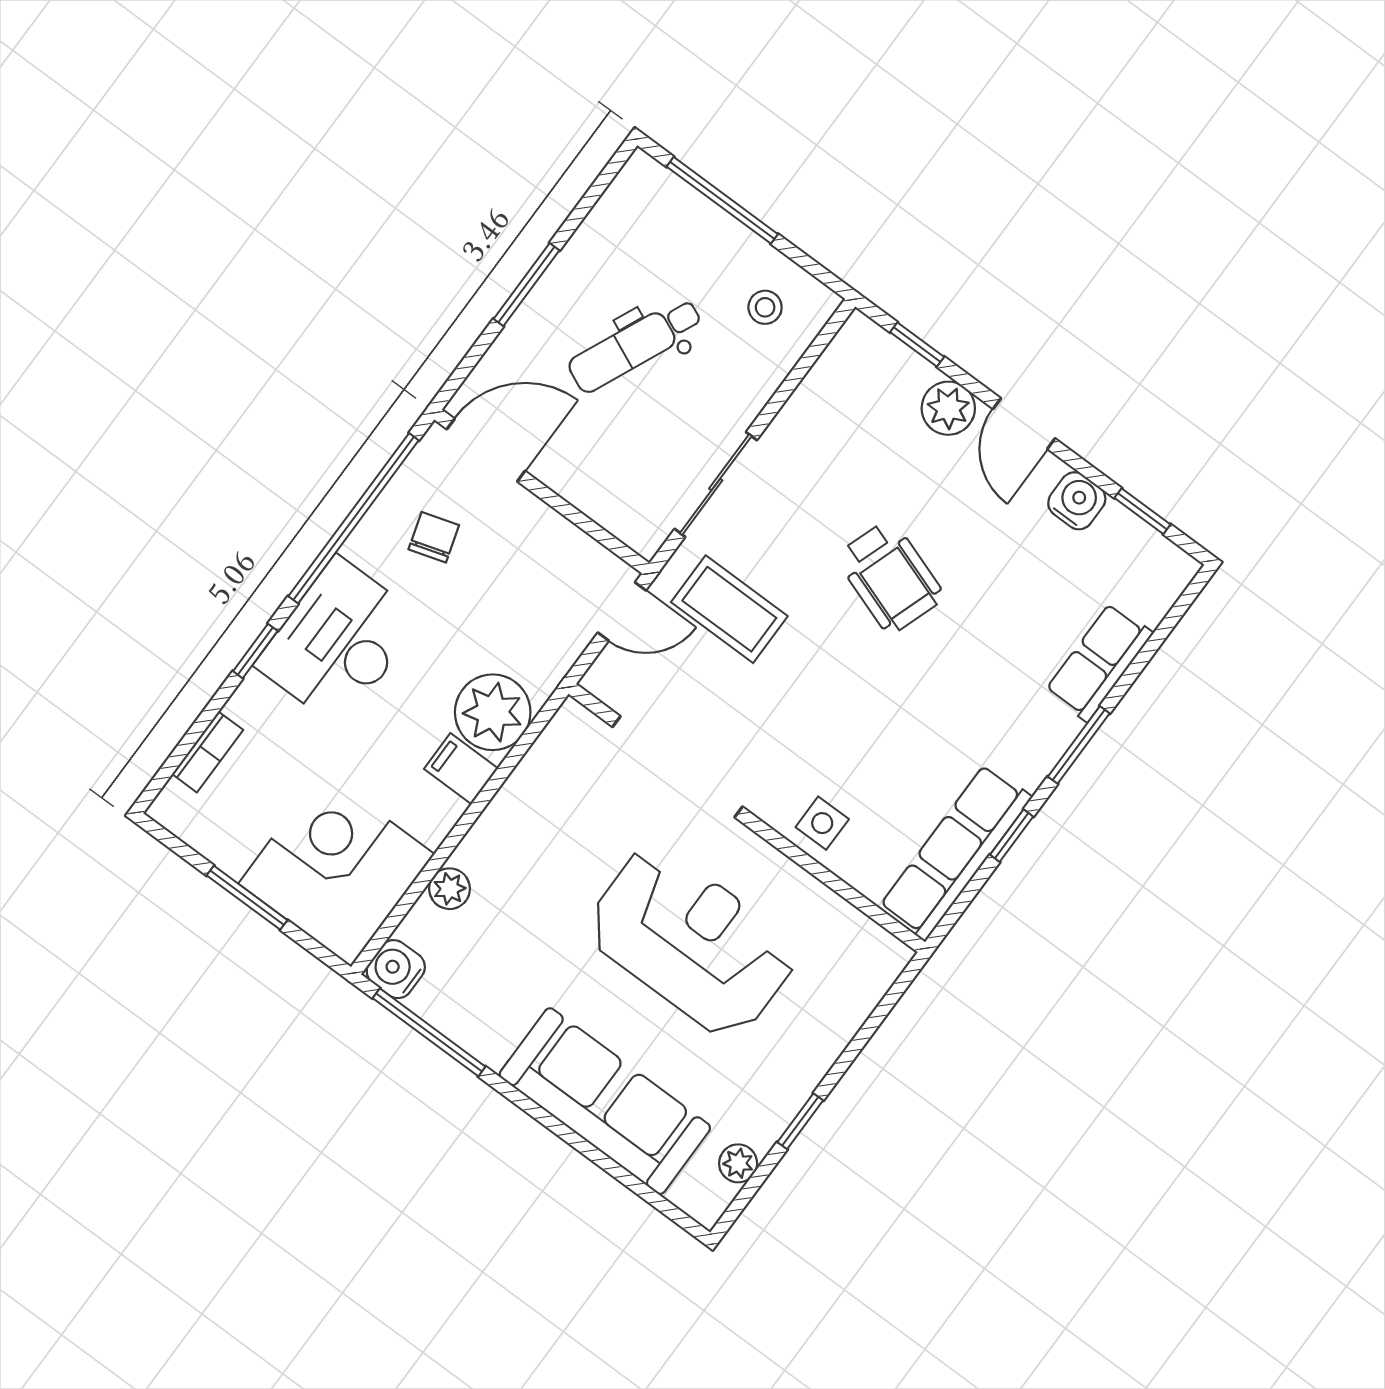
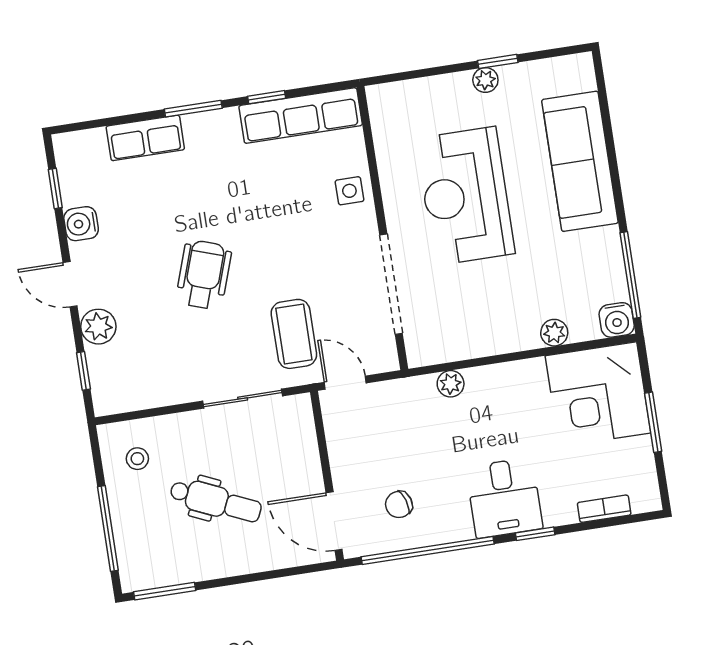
window: (526, 285) -> (165, 591), moved
door: (1024, 424) -> (70, 284), swing flipped
desk: (338, 642) -> (504, 498), width x0.73
plant: (493, 712) -> (451, 384), width x0.53, depth x0.53
filing cabinet: (461, 769) -> (493, 384), removed
plant: (738, 1163) -> (485, 80), moved

